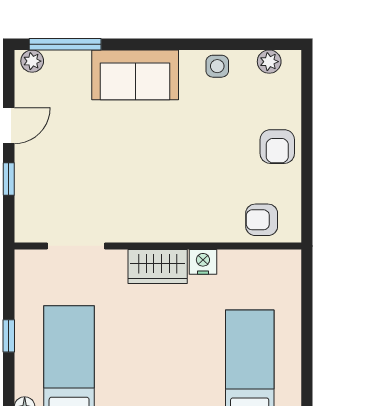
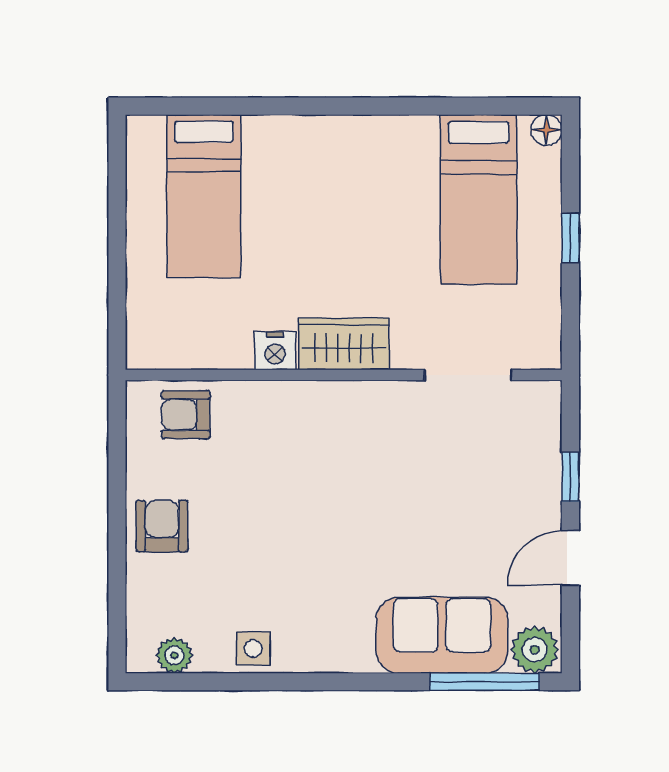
plant: (32, 61) -> (535, 650), width x1.38, depth x1.38
sofa: (135, 75) -> (442, 635), moved
armchair: (262, 220) -> (186, 415), turned 180

